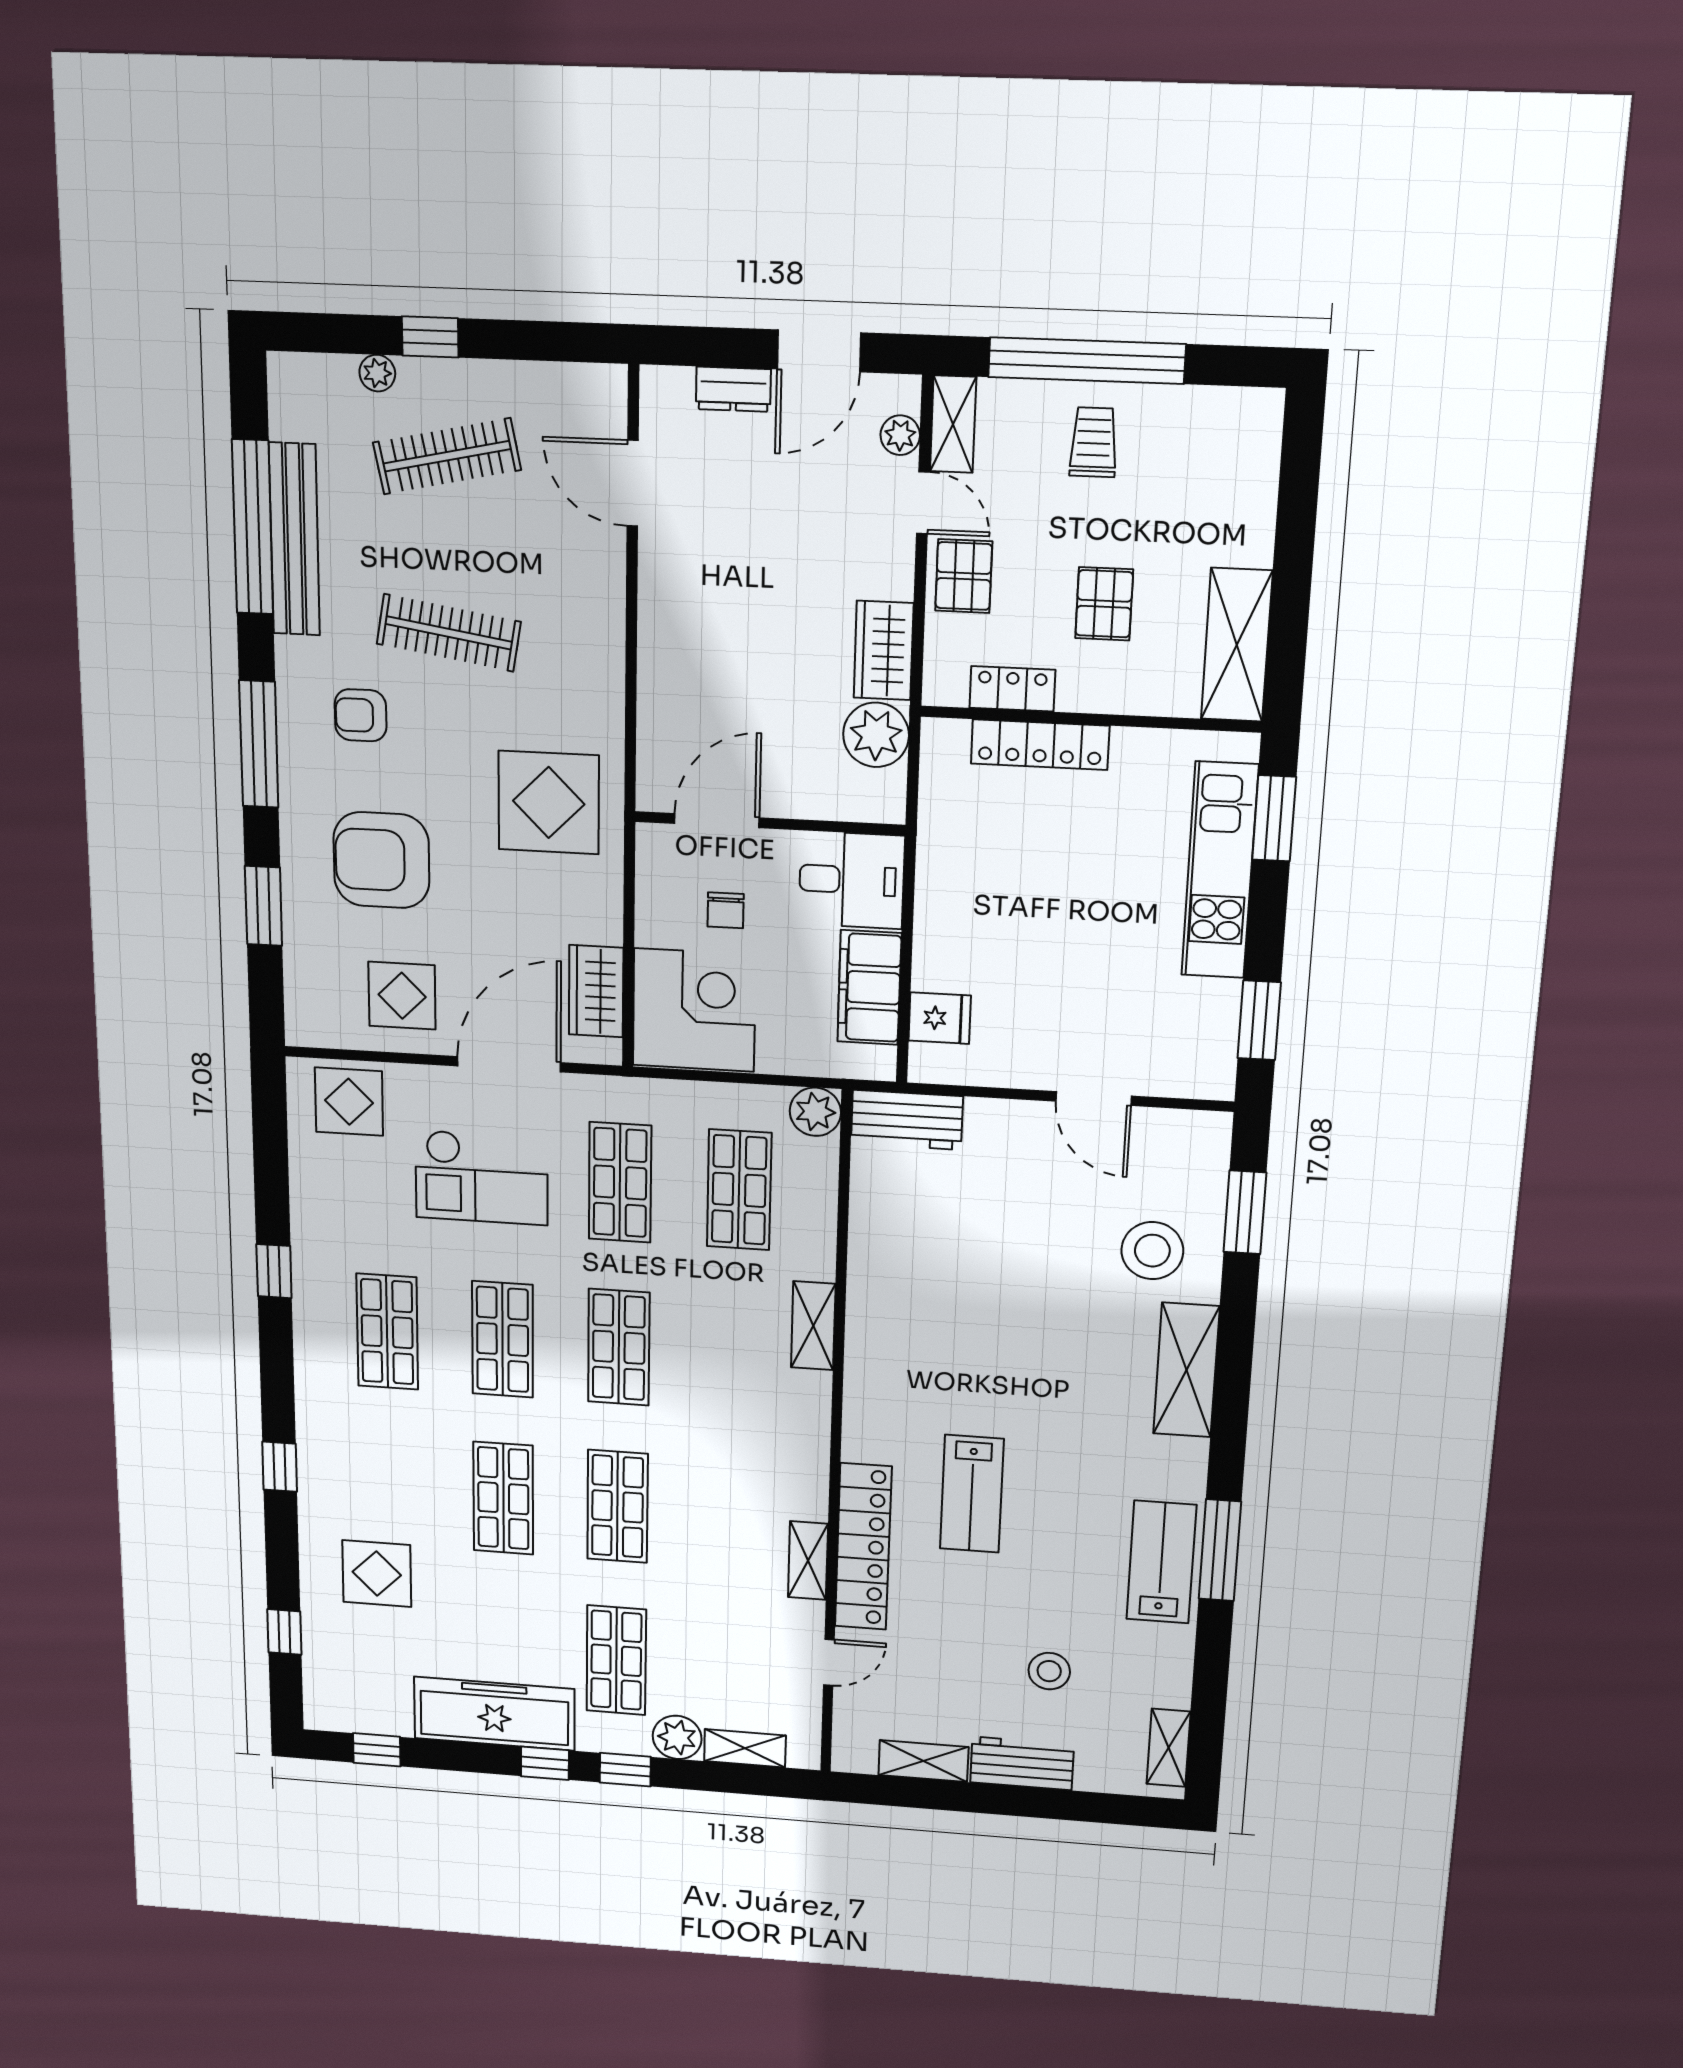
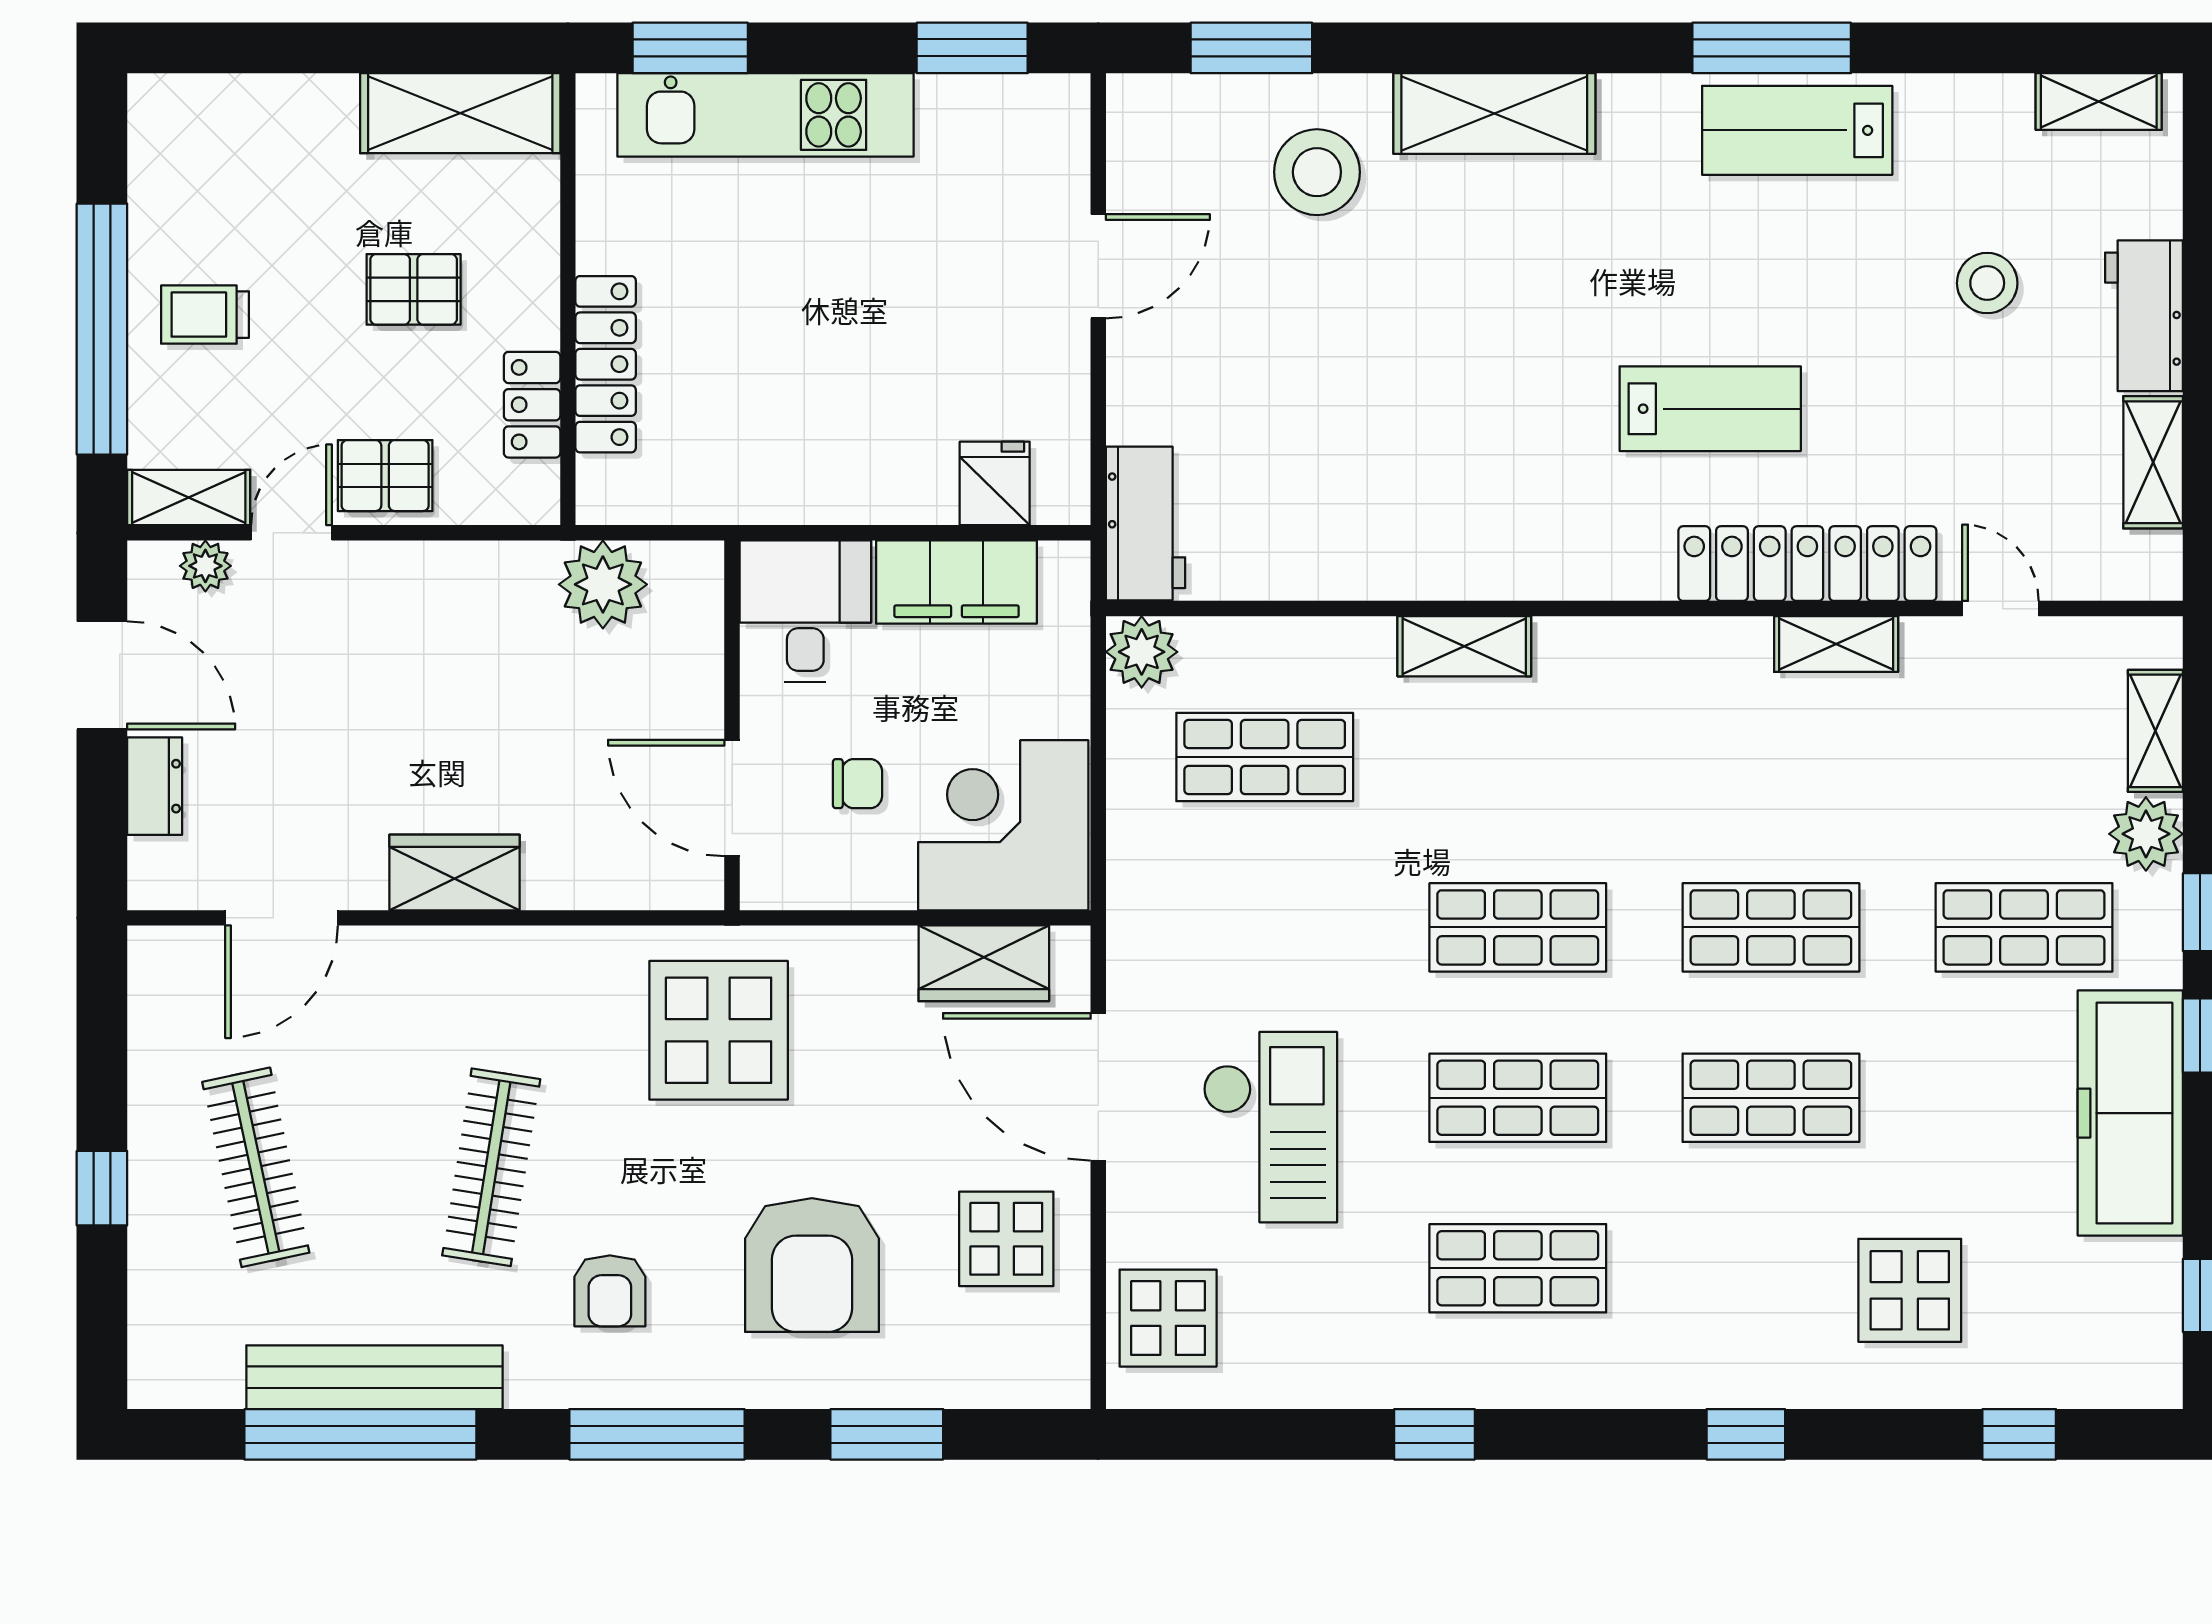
plant: (377, 373) -> (151, 1260), removed
wardrobe: (884, 650) -> (454, 873), moved, turned 180
shop shelf: (620, 1182) -> (1265, 927), removed

